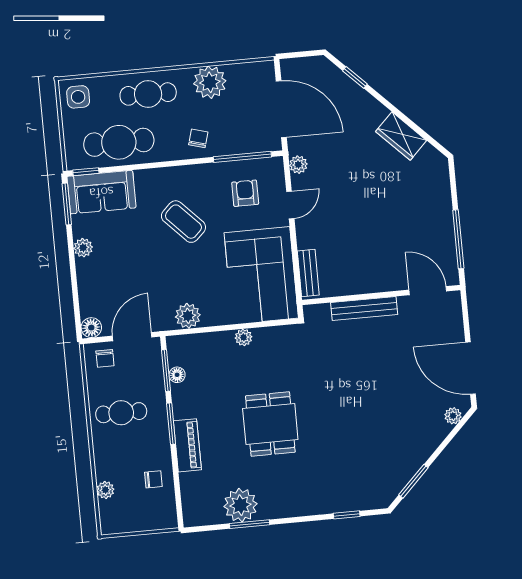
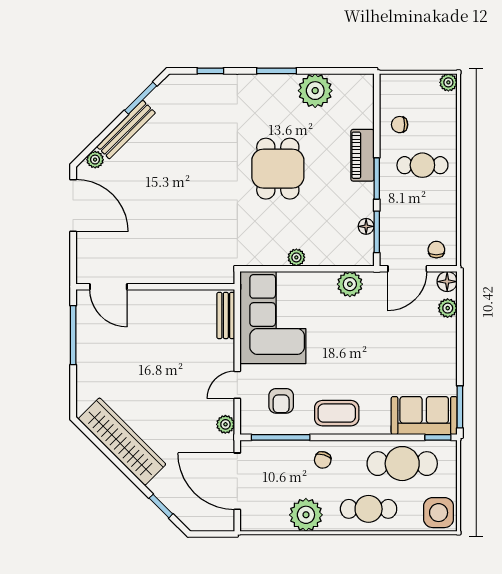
side table: (78, 97) -> (439, 513), width x1.37, depth x1.37
wardrobe: (401, 136) -> (122, 442), width x2.10, depth x1.17
coffee table: (183, 222) -> (337, 413), moved, turned -46
plant: (83, 248) -> (448, 308), moved
bench: (364, 309) -> (126, 130), moved, turned -45
cafe table: (121, 413) -> (422, 165), moved
plant: (105, 490) -> (448, 82), moved
window: (250, 524) -> (277, 71), moved

